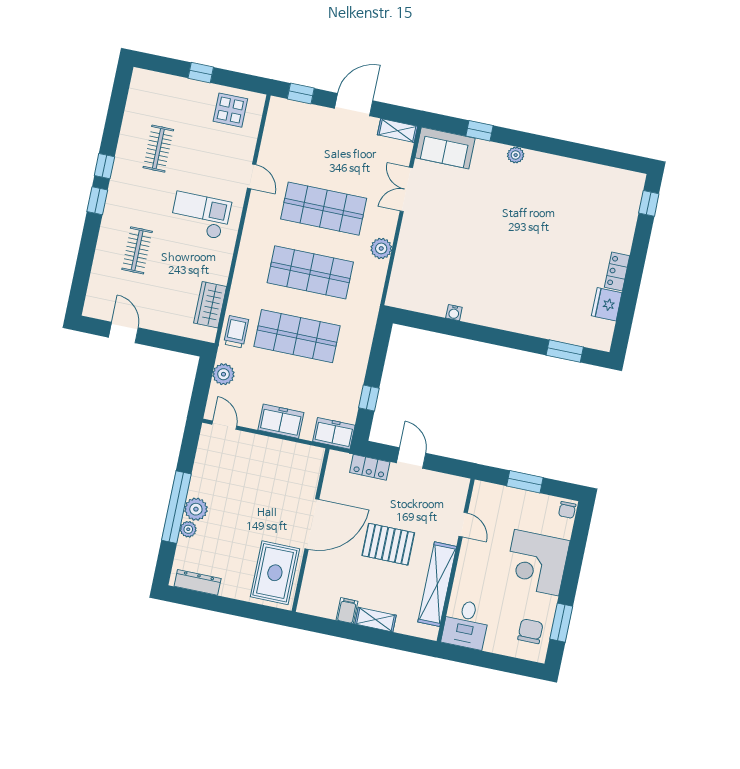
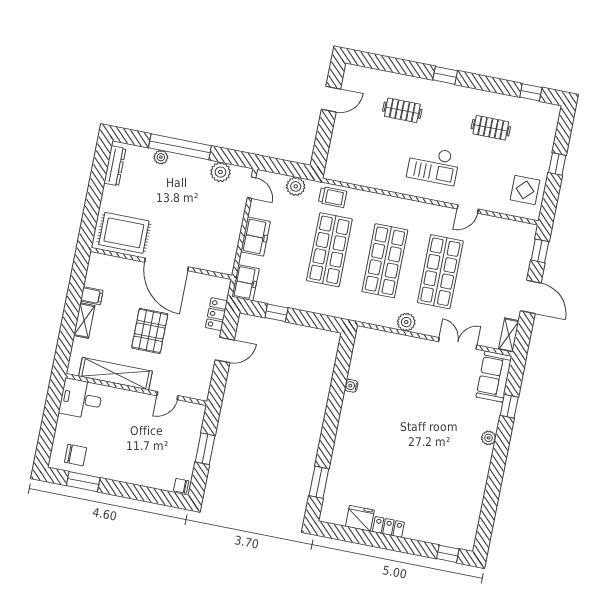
window: (104, 166) -> (531, 92), moved
checkout: (200, 216) -> (433, 165), turned 90
wardrobe: (210, 305) -> (356, 174), removed
door: (224, 425) -> (252, 188), hinge flipped
plant: (196, 509) -> (220, 172), moved
corner desk: (537, 563) -> (135, 460), removed

